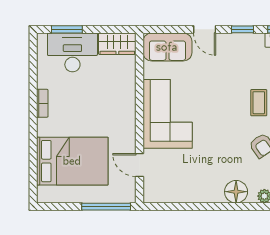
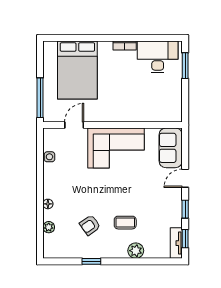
wardrobe: (117, 44) -> (173, 107), removed
desk: (72, 52) -> (158, 57), moved, turned -90
floor lamp: (236, 192) -> (48, 204), width x0.53, depth x0.53
side table: (178, 195) -> (49, 157), added

